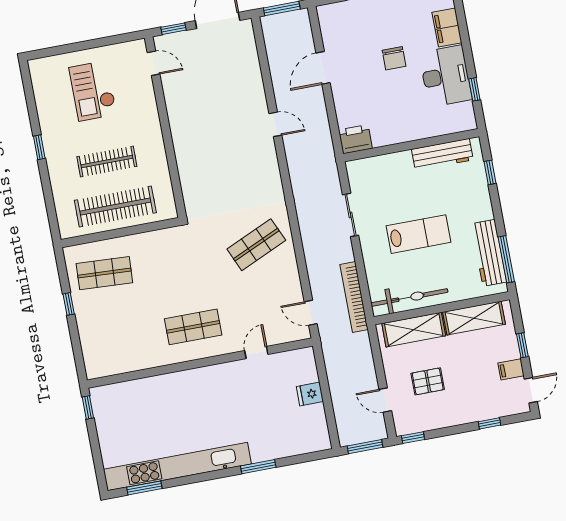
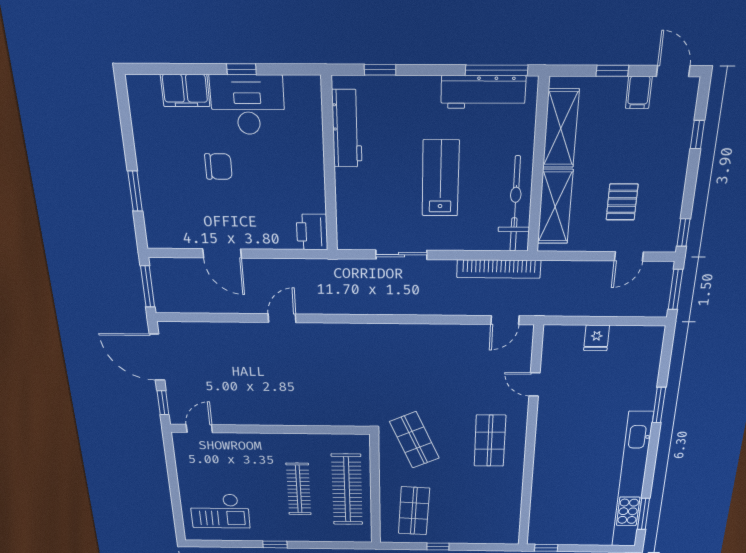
window: (474, 89) -> (241, 69), moved
checkout: (93, 91) -> (220, 511), moved
shop shelf: (256, 245) -> (414, 440), moved

